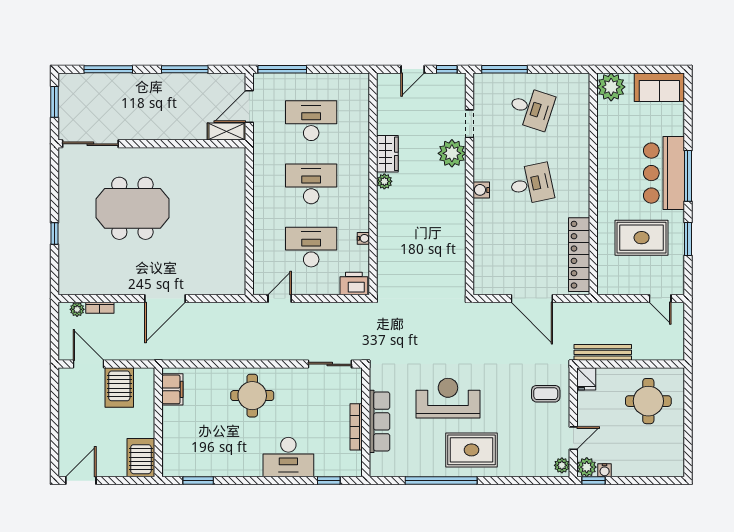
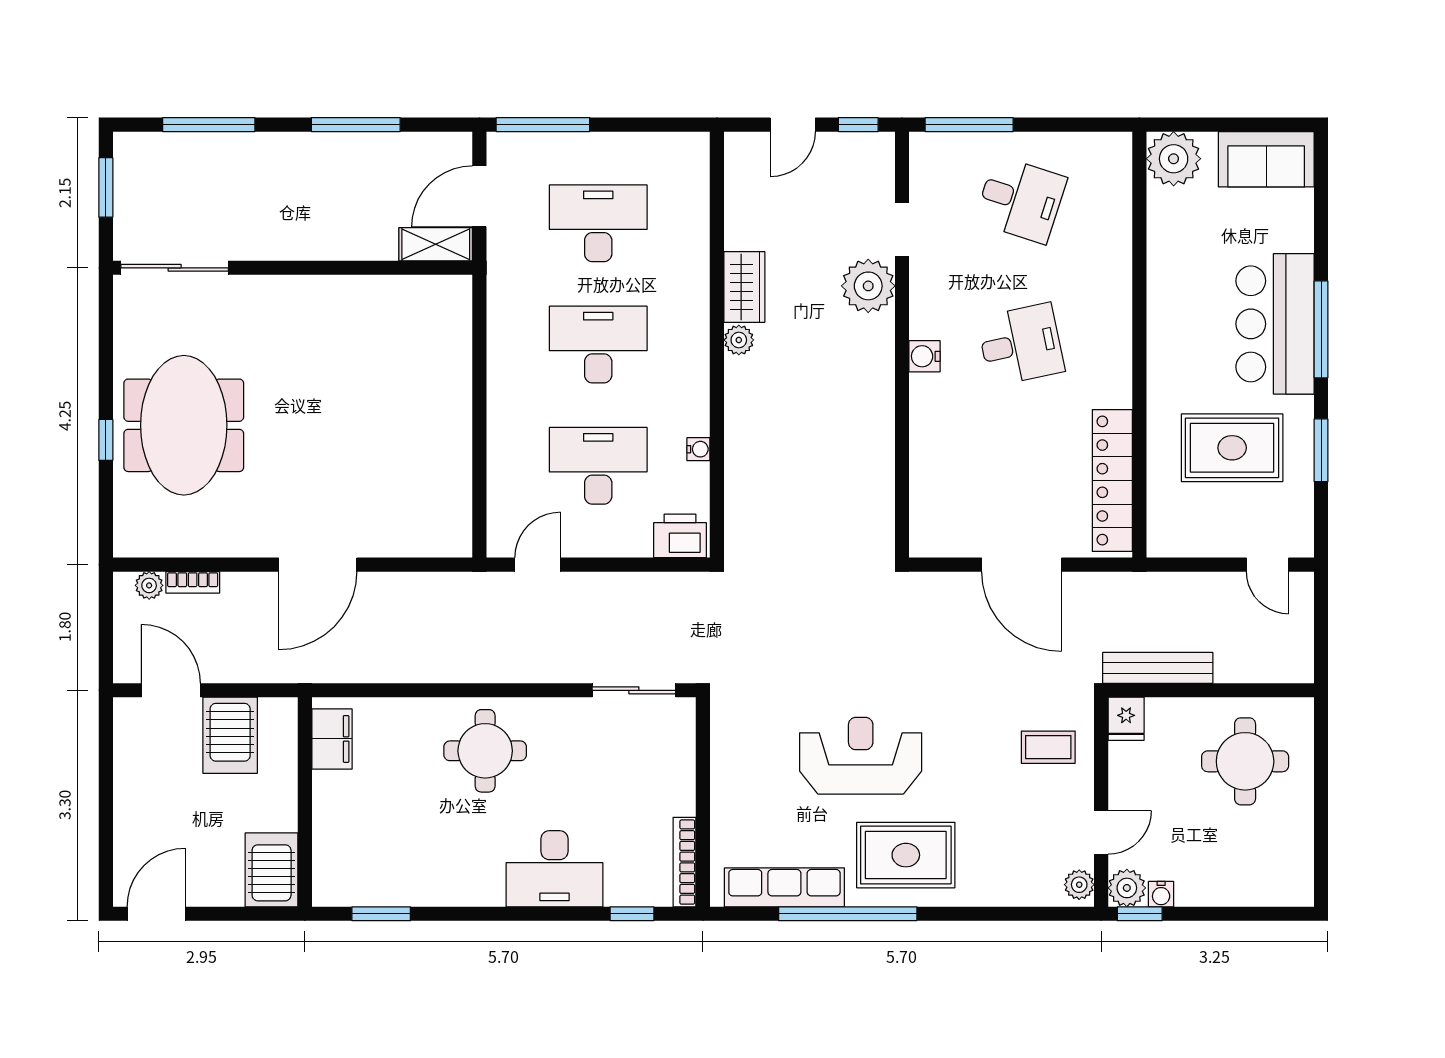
meeting table: (132, 208) -> (184, 425), moved, turned 90
row of seats: (380, 421) -> (784, 887), moved, turned -90
bookcase: (356, 427) -> (685, 862), moved

